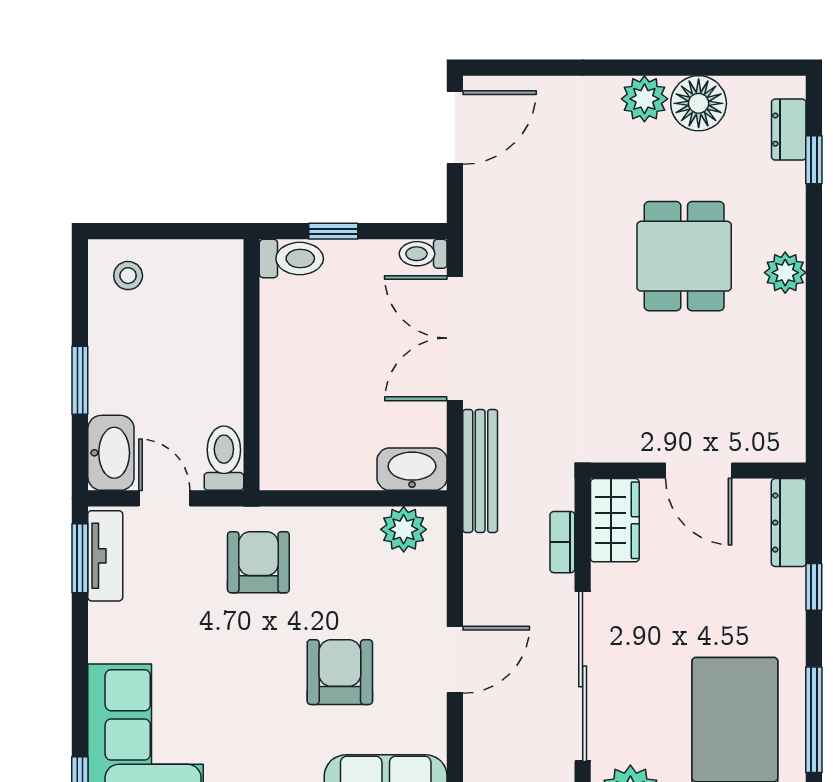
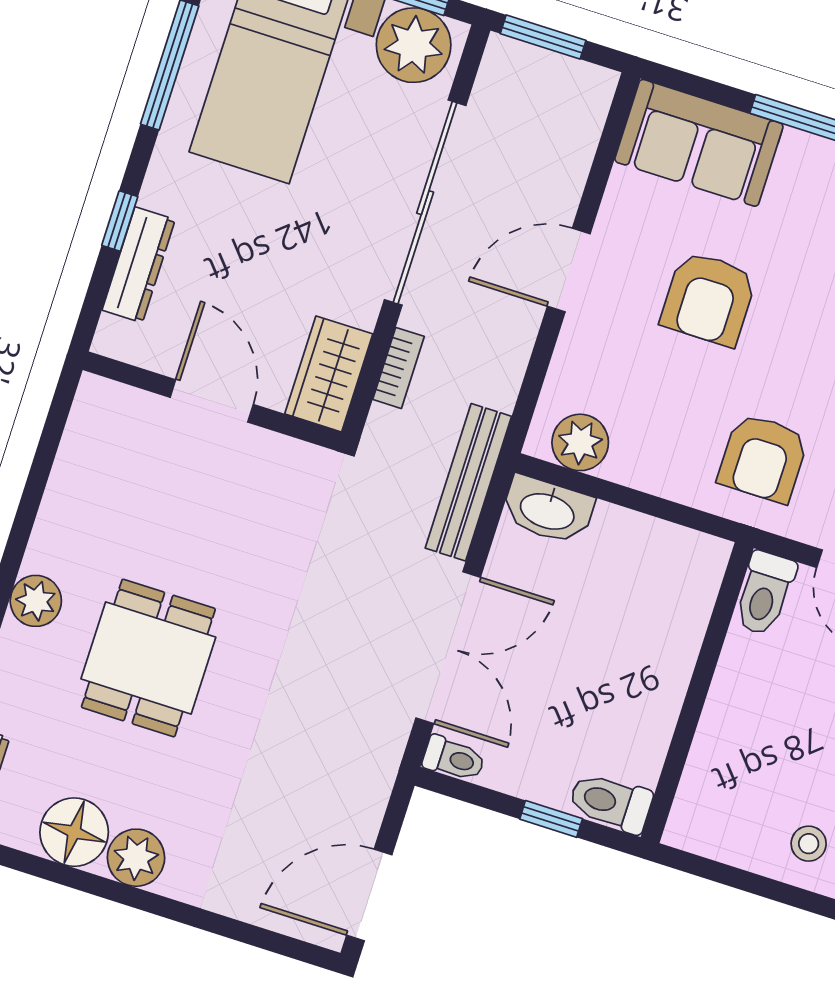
dresser: (789, 523) -> (139, 265), moved

